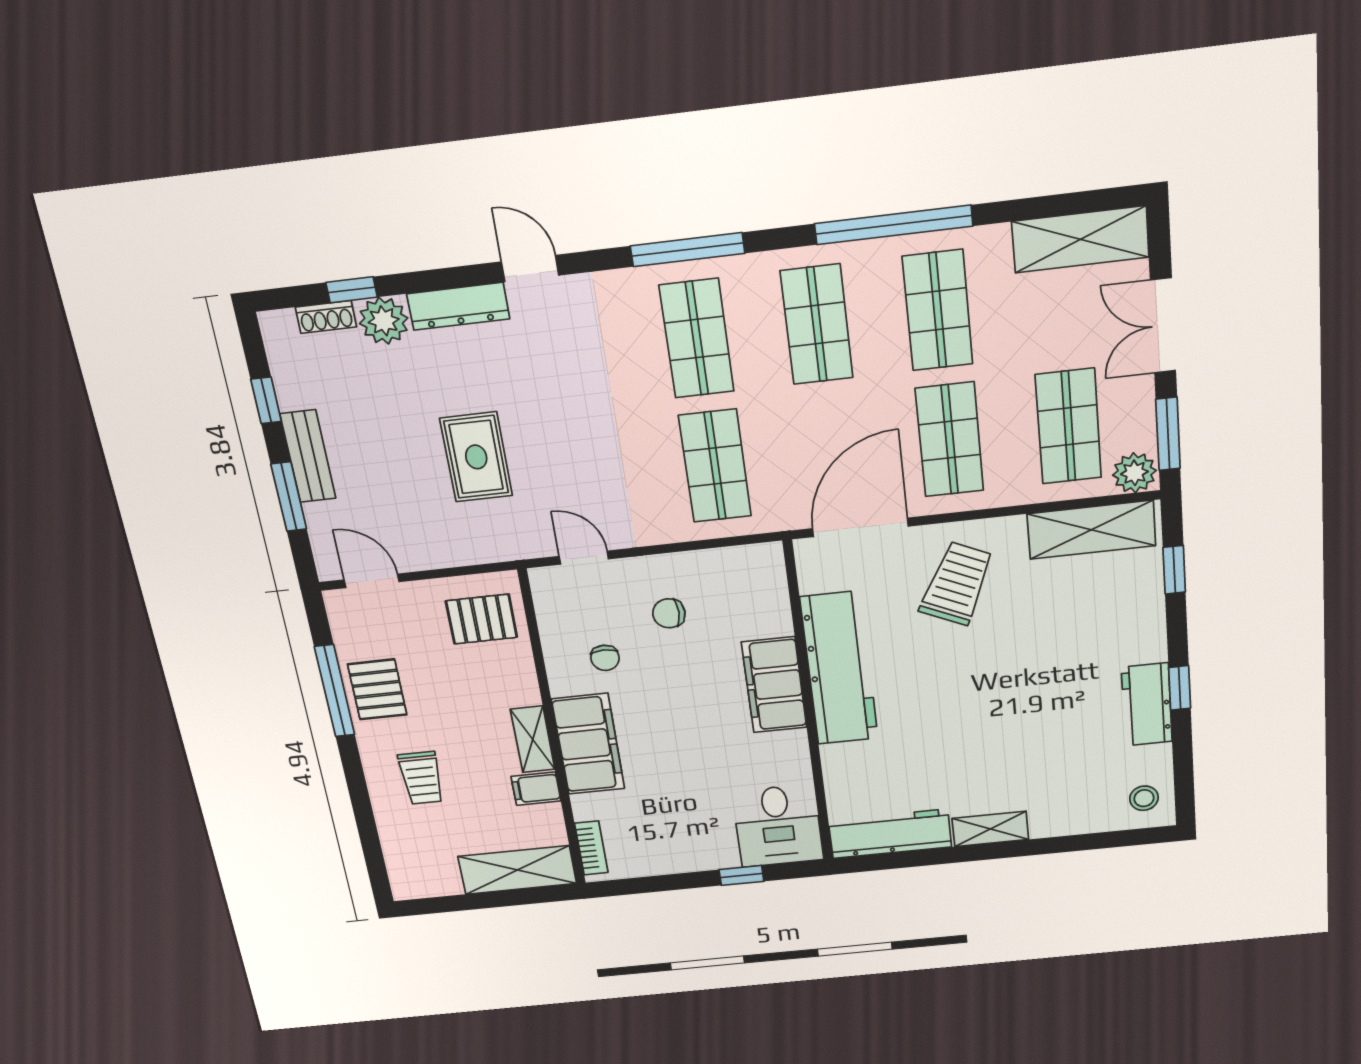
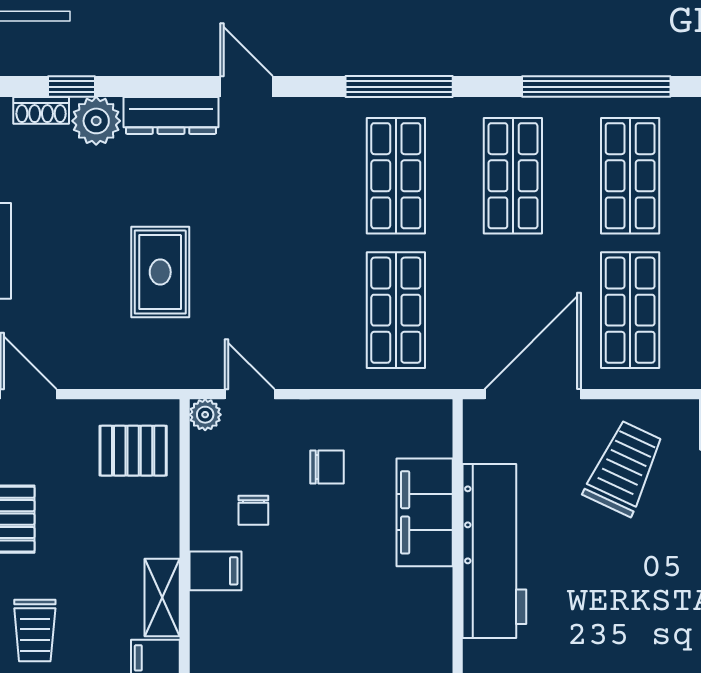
plant: (544, 580) -> (205, 415), added
chair: (669, 613) -> (327, 467), turned 180
filing cabinet: (774, 685) -> (425, 512), moved
filing cabinet: (588, 744) -> (215, 571), width x0.33, depth x0.86

